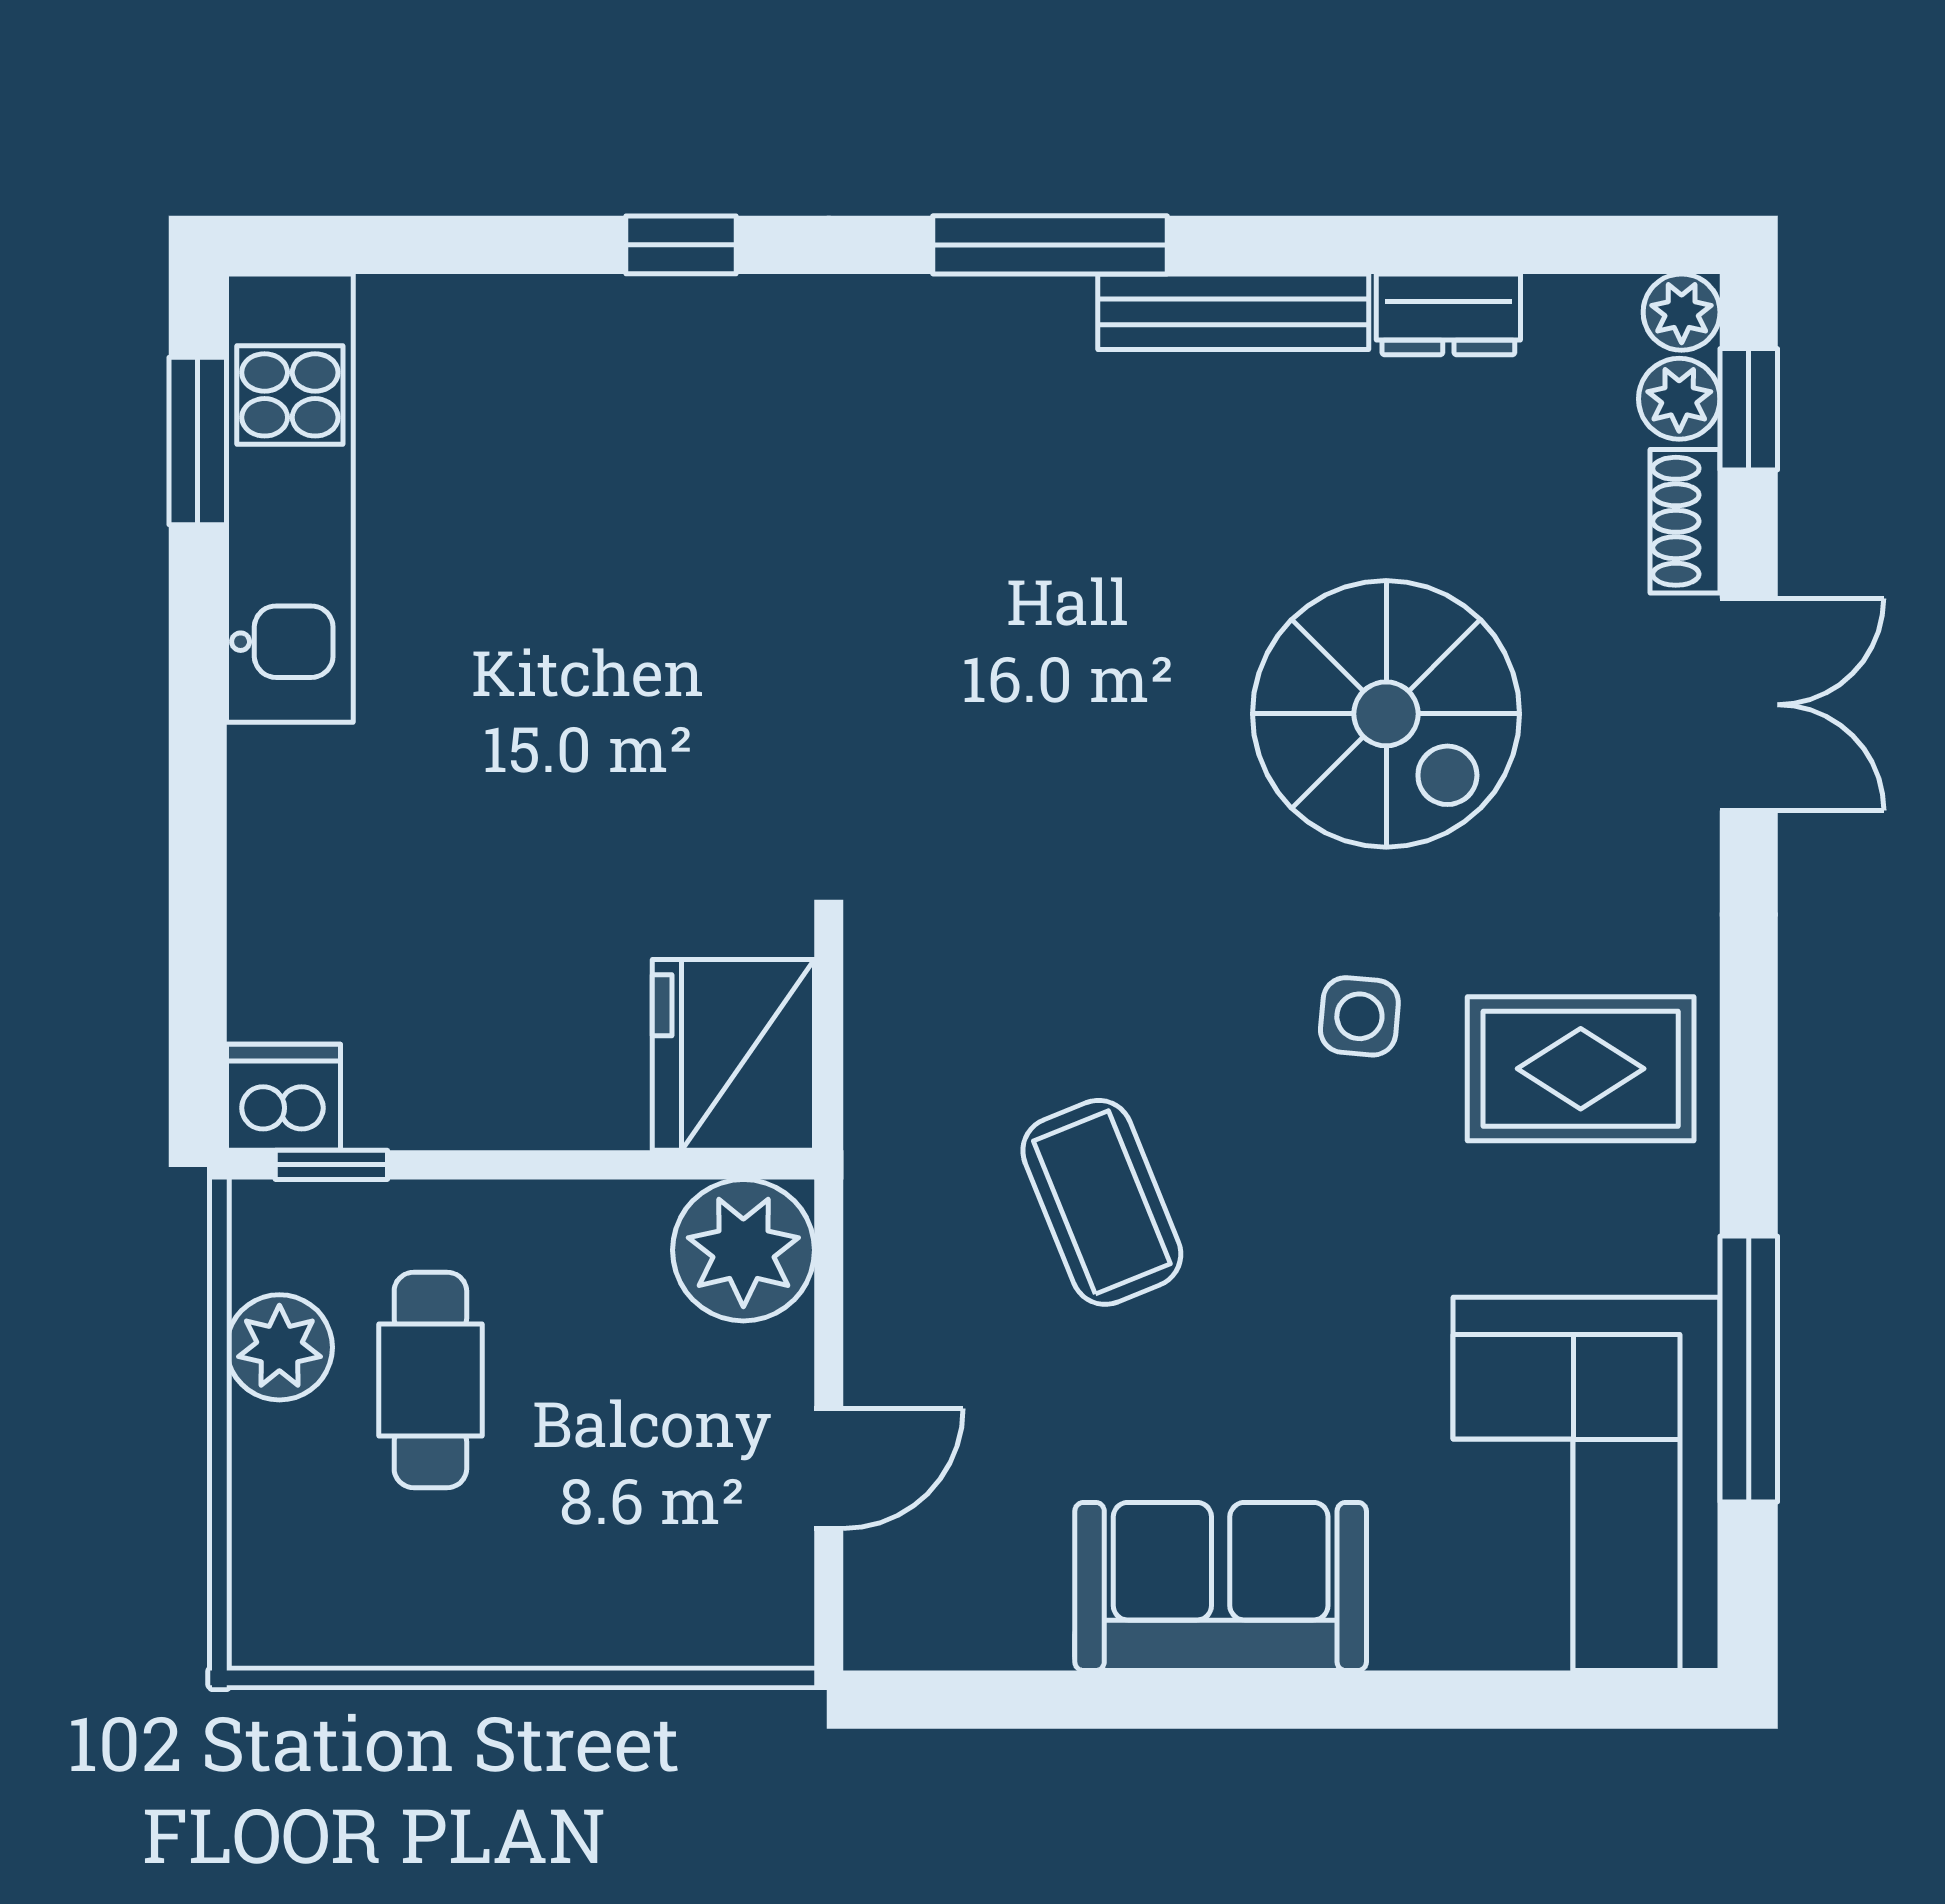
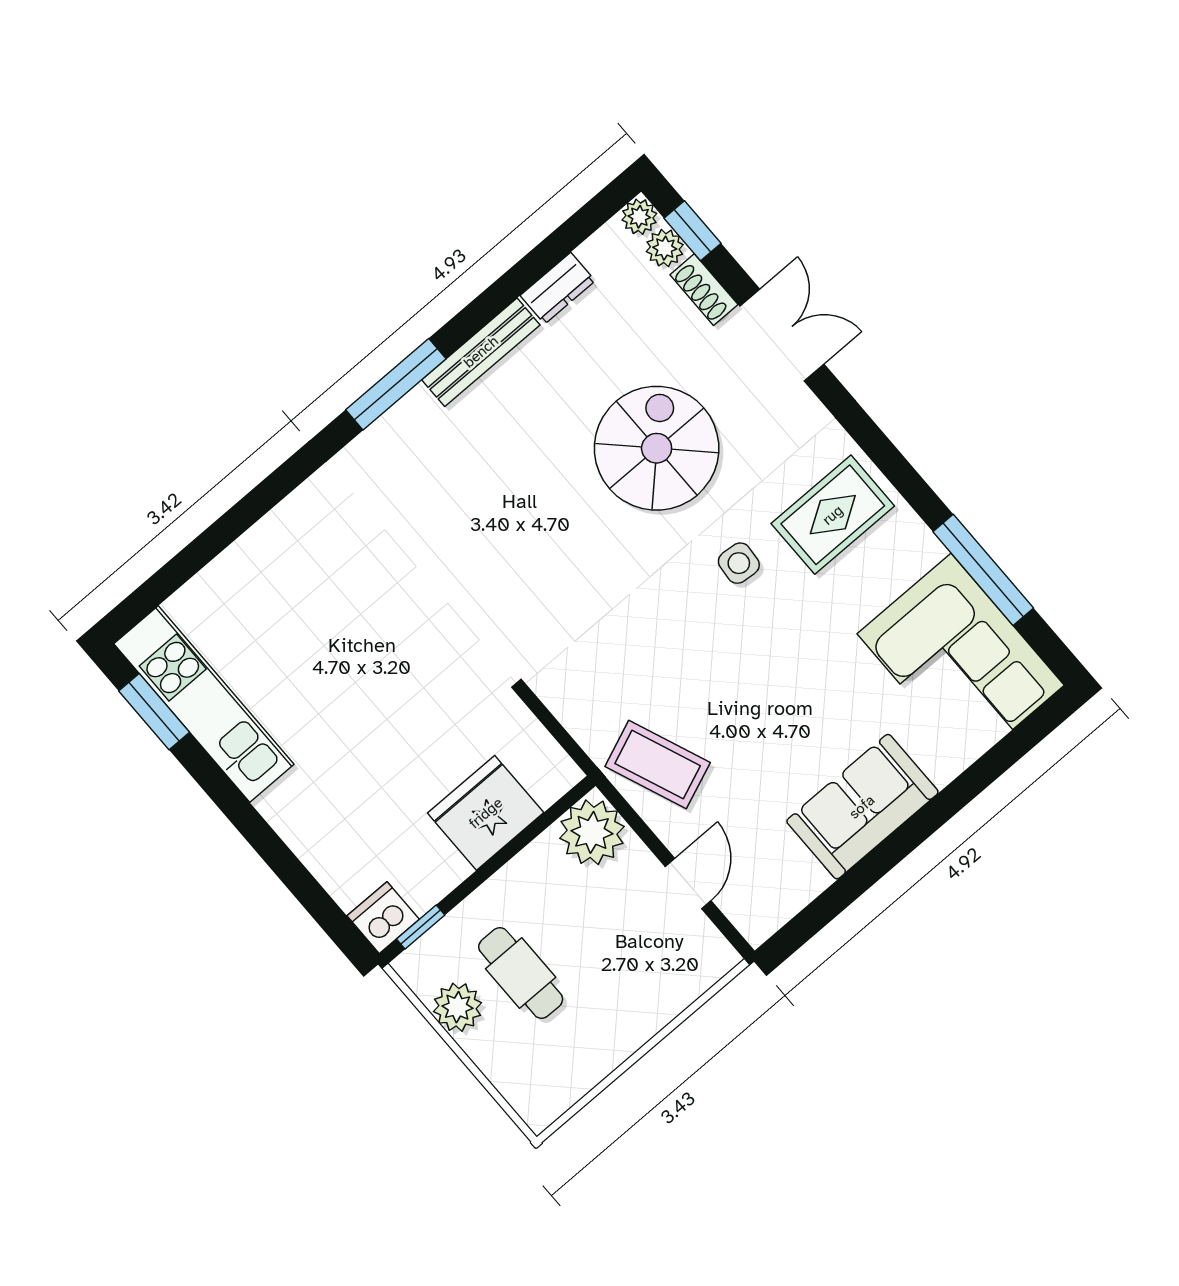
window: (681, 245) -> (265, 496), removed
spiral stairs: (1386, 714) -> (657, 448), turned -90
fridge: (733, 1055) -> (486, 813), moved, turned 90
coffee table: (1102, 1202) -> (658, 765), moved

